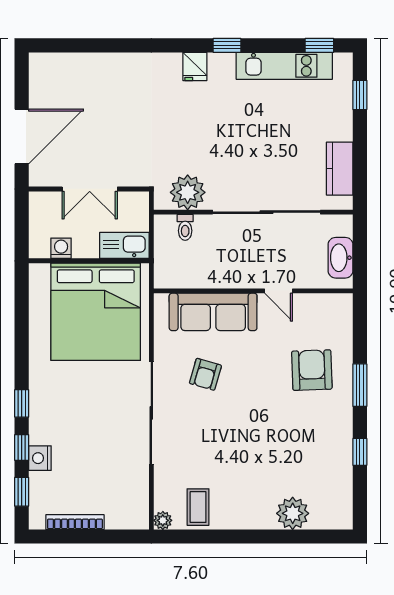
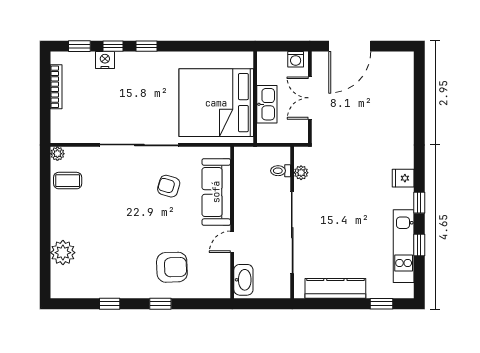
window: (319, 45) -> (419, 245), moved
door: (22, 136) -> (350, 46), hinge flipped
kitchen counter: (340, 169) -> (335, 288), width x1.50
plant: (188, 192) -> (301, 173), width x0.53, depth x0.53
kitchen sink: (124, 245) -> (267, 104), moved
washing machine: (61, 248) -> (296, 59), moved, turned 90
washbasin: (340, 258) -> (243, 280), moved, turned 90
window: (360, 385) -> (160, 304), width x0.67

